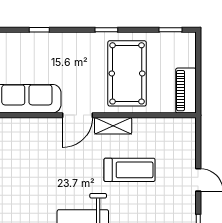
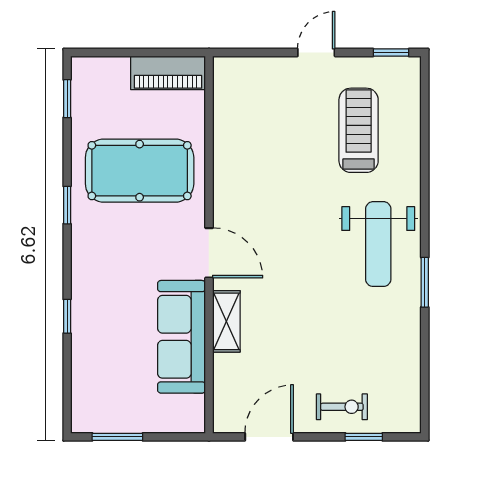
shelving: (113, 126) -> (226, 321), moved
treadmill: (129, 170) -> (359, 130), moved

